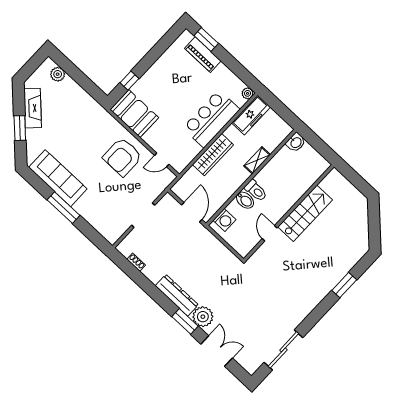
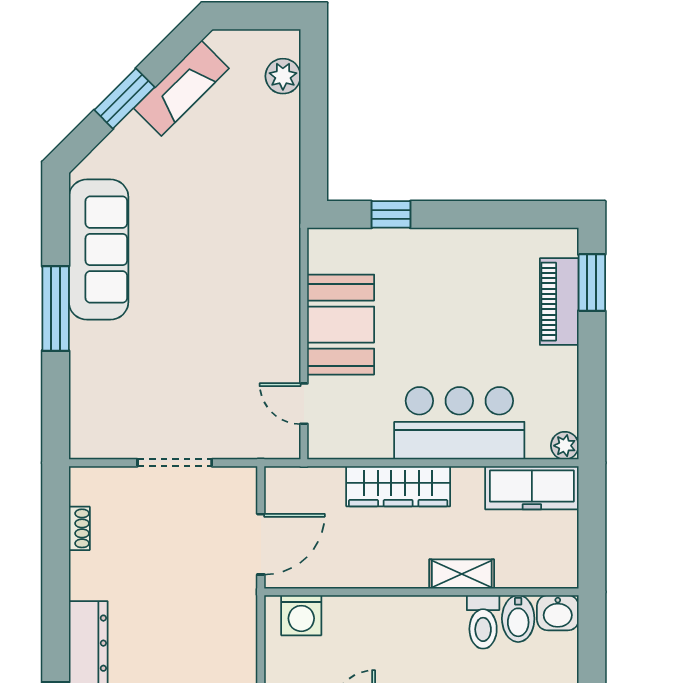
booth: (134, 114) -> (341, 325), moved
armchair: (122, 157) -> (244, 329), removed
toilet: (256, 191) -> (483, 622), moved
bidet: (245, 200) -> (518, 619), moved

